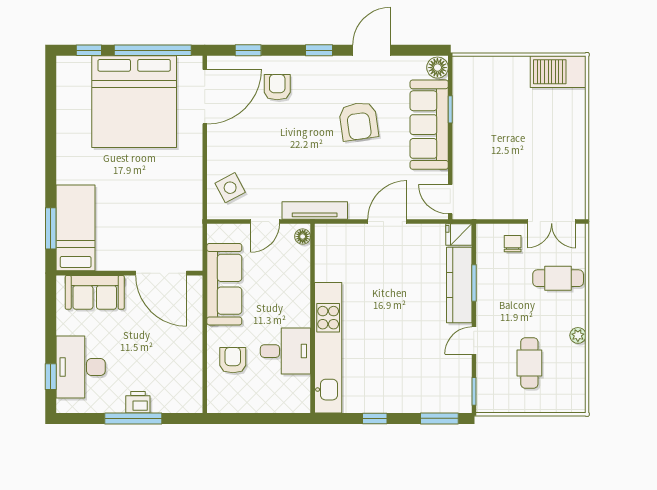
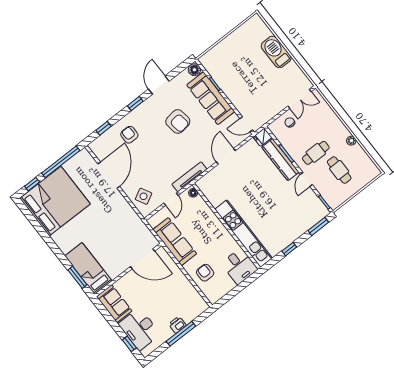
barbecue: (558, 72) -> (276, 52), moved, turned 90
door: (205, 97) -> (109, 175), moved
bed: (134, 102) -> (55, 201), moved, turned -90
cafe table: (558, 278) -> (316, 153), moved
sofa: (95, 292) -> (114, 304), moved, turned -90
desk: (285, 351) -> (239, 266), moved, turned 90

